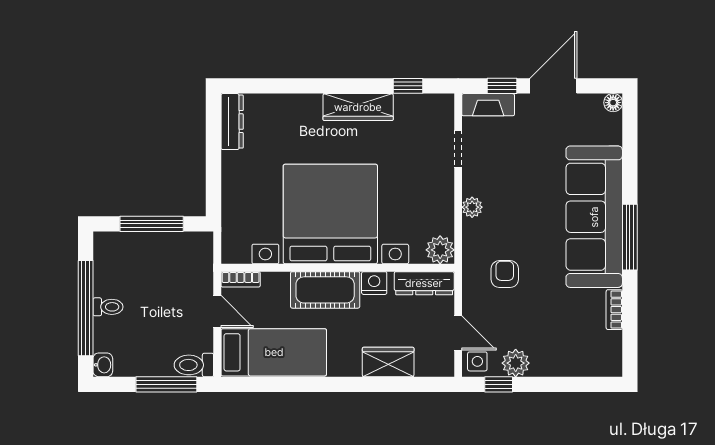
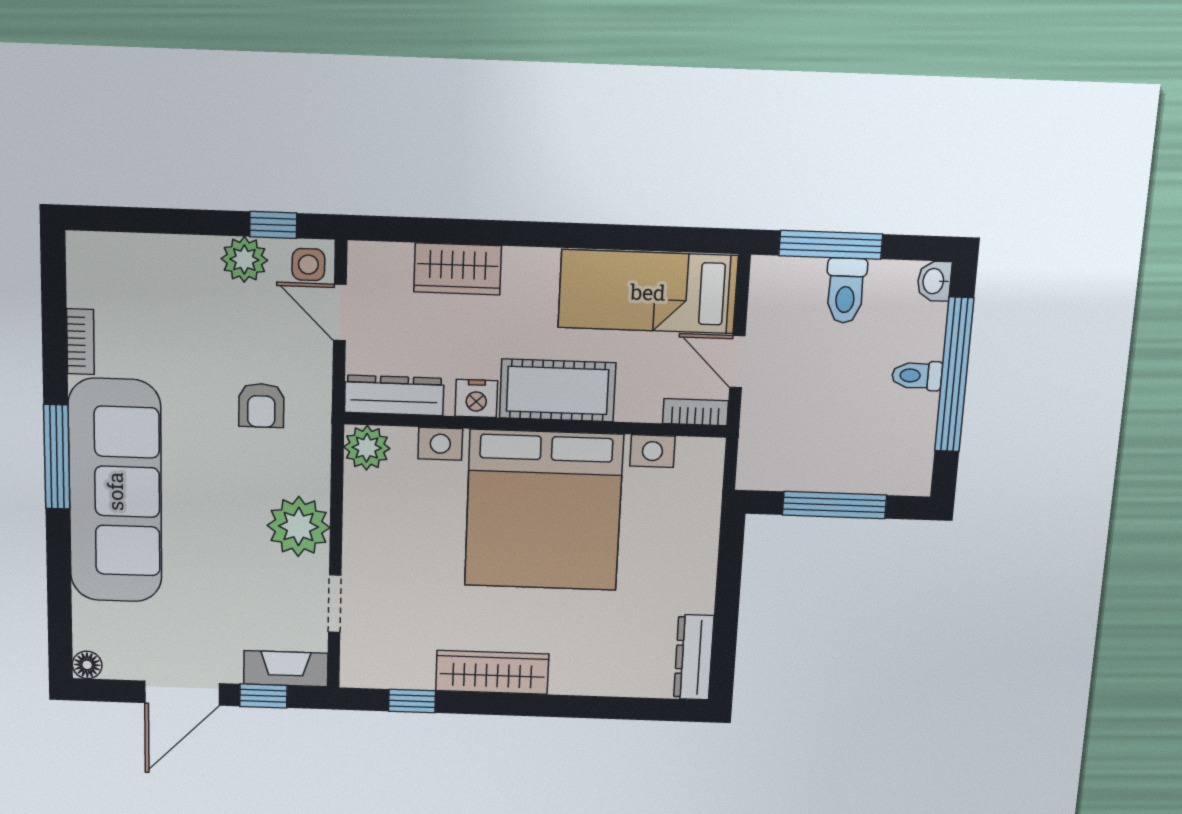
plant: (472, 207) -> (299, 526), width x1.88, depth x1.88
toilet: (194, 365) -> (846, 291), moved, turned 90

